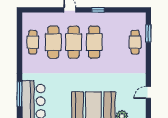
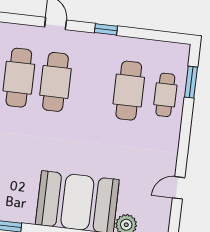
cafe table: (94, 42) -> (129, 91), moved

